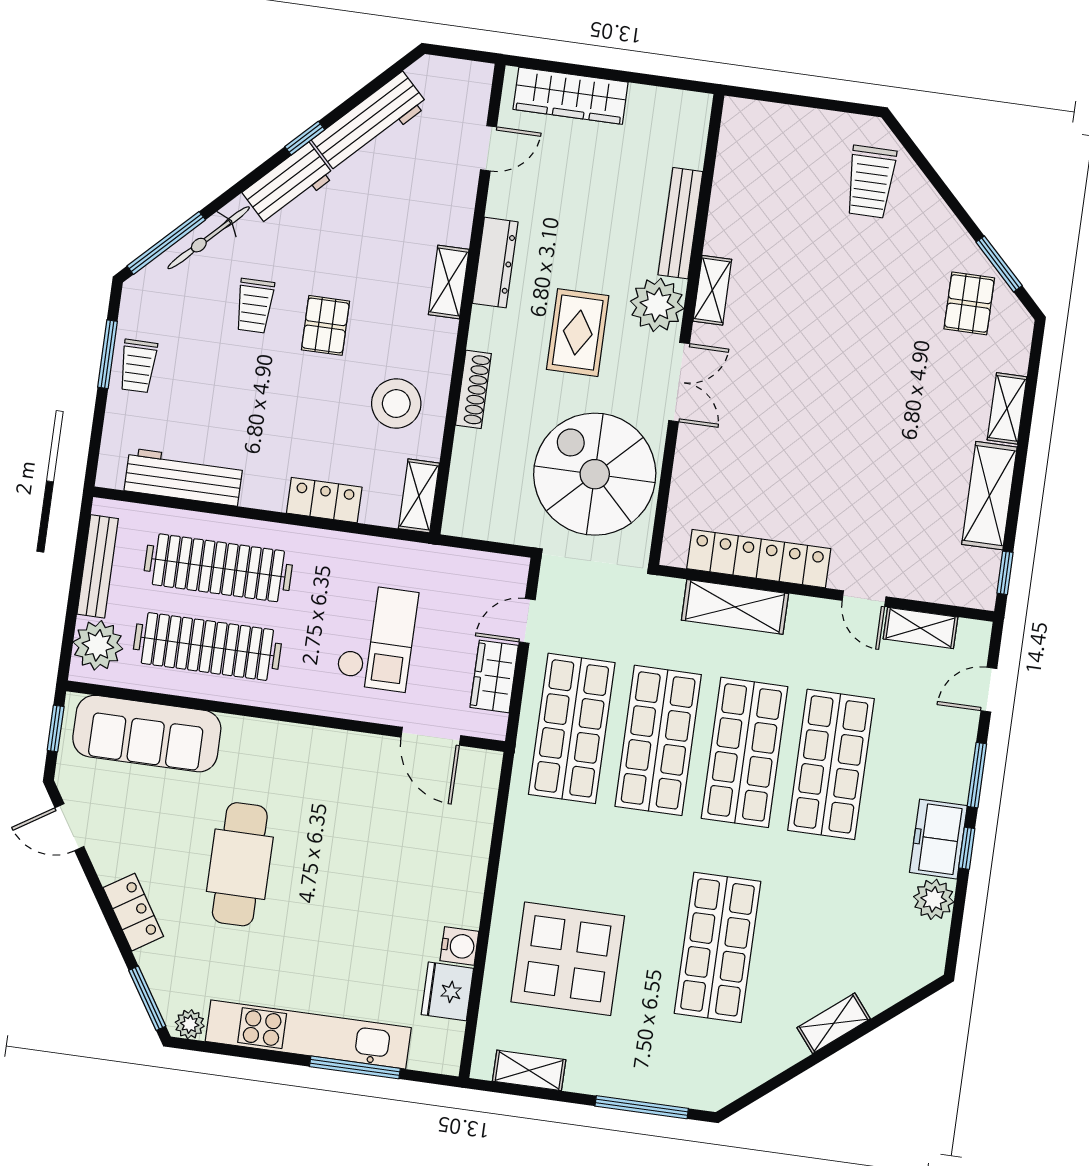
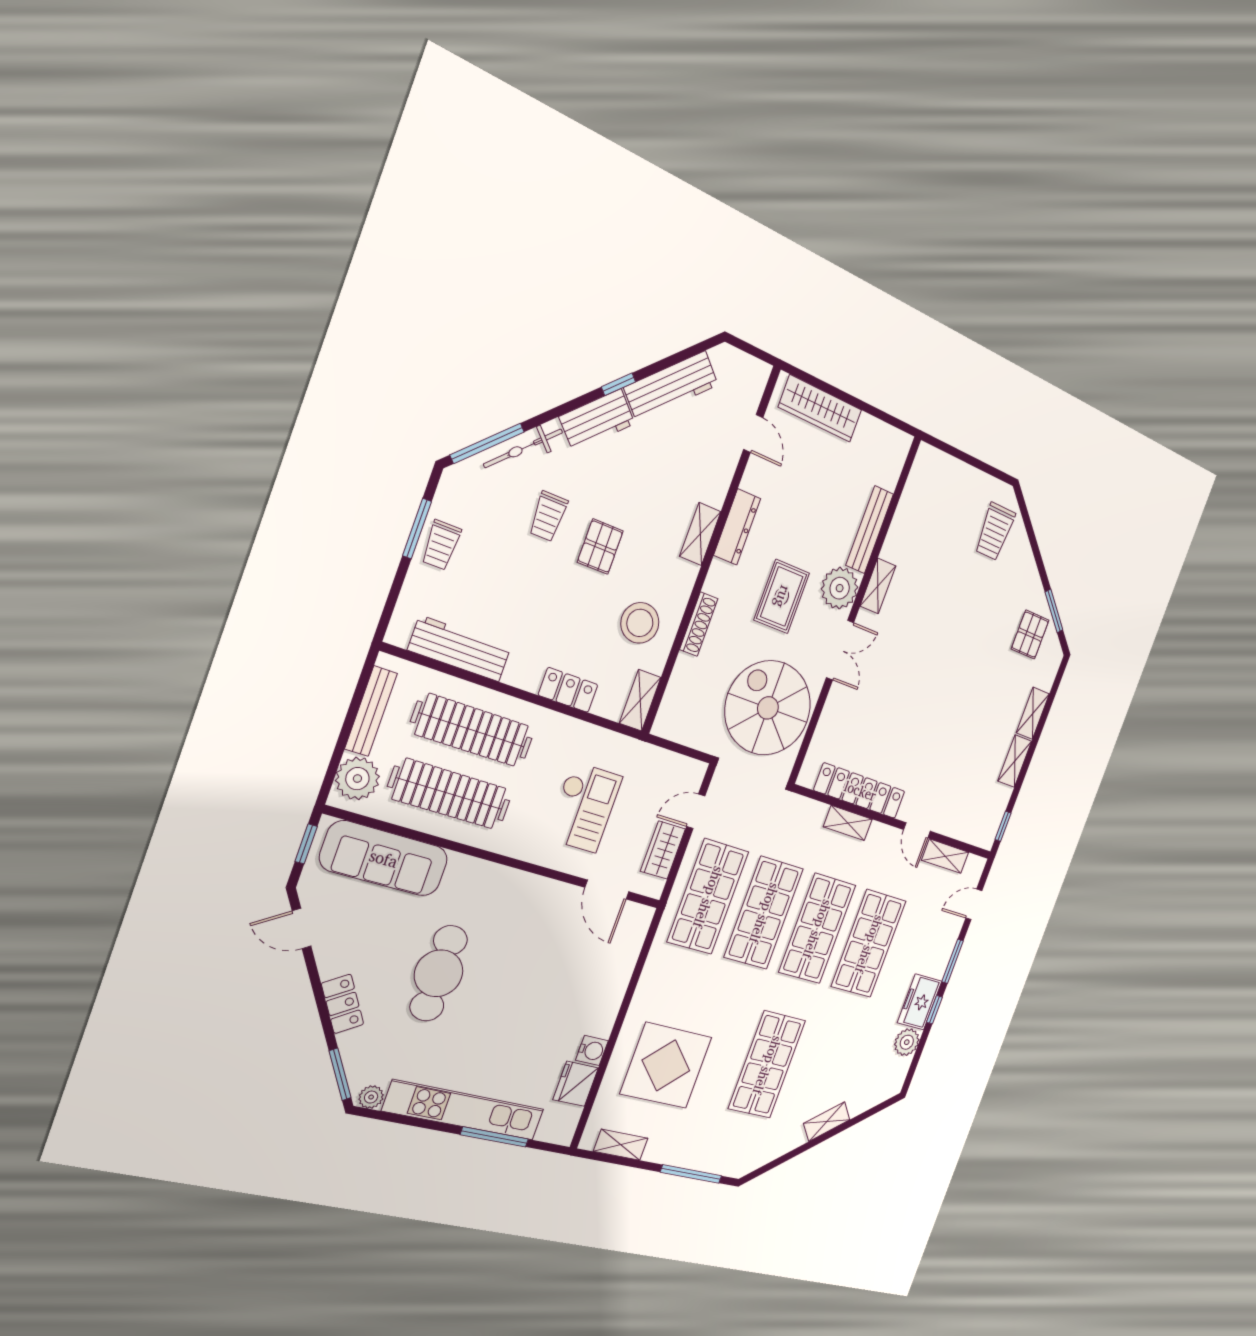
door: (489, 148) -> (753, 434), hinge flipped
shelving: (989, 496) -> (1015, 761), width x0.67, depth x0.75
shelving: (735, 607) -> (848, 823), width x0.67, depth x0.75

